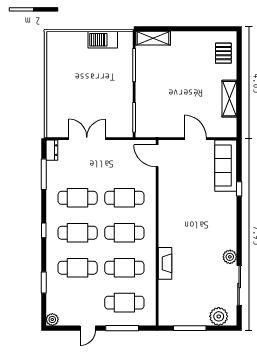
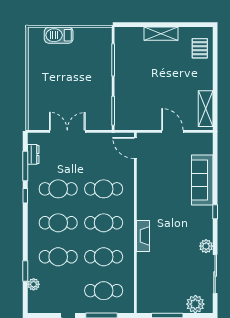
shelving: (153, 38) -> (161, 34), moved
barbecue: (103, 40) -> (59, 35), moved
shelving: (229, 99) -> (206, 109), moved
dresser: (52, 150) -> (33, 154), moved
sofa: (226, 166) -> (202, 180), moved
window: (239, 189) -> (215, 212), moved
window: (44, 230) -> (25, 196), moved
fireplace: (165, 263) -> (143, 236), moved
plant: (52, 320) -> (34, 284), moved

